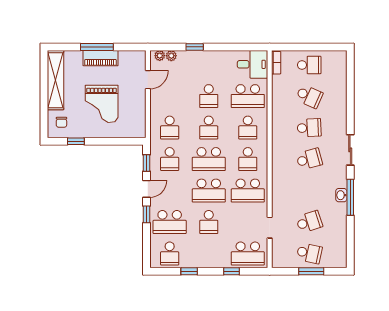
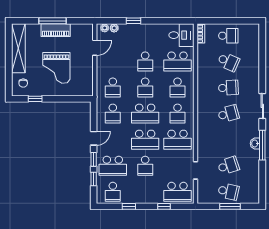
window: (147, 163) -> (94, 179), moved

